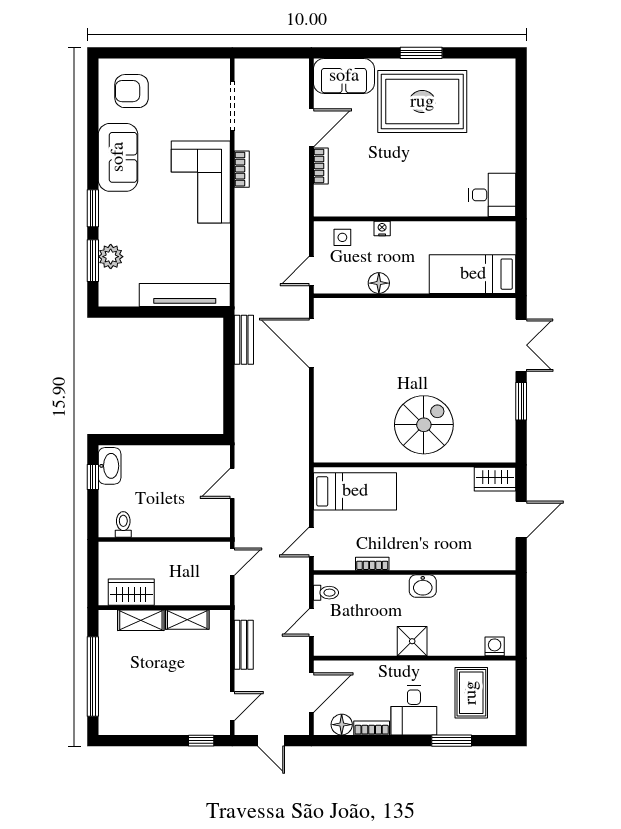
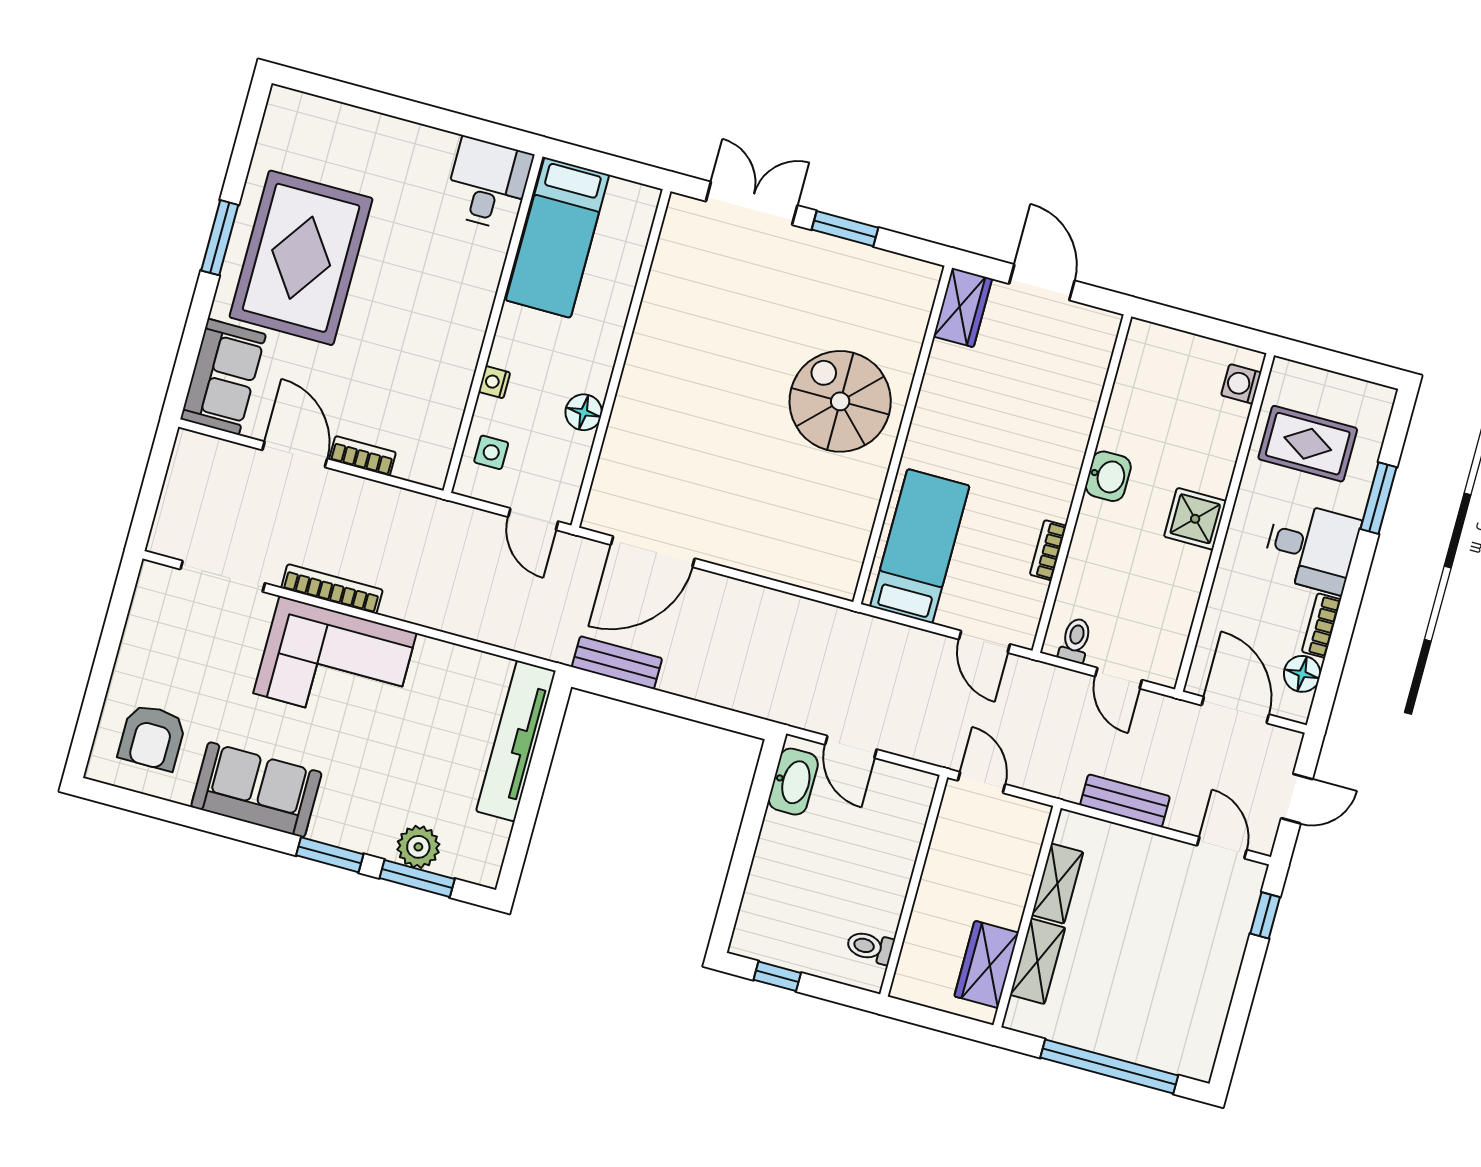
bookcase: (242, 169) -> (332, 589), width x1.56
bed: (473, 274) -> (557, 238), moved
washbasin: (110, 466) -> (793, 782), moved, turned 90

